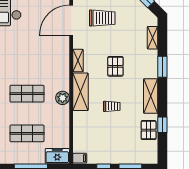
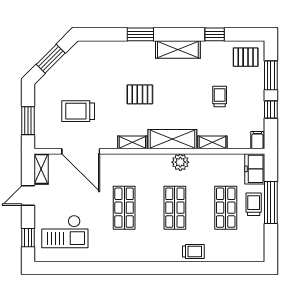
trolley: (102, 18) -> (78, 111), turned -90
shelving: (152, 38) -> (212, 142), moved
shop shelf: (27, 54) -> (124, 208), added
trolley: (112, 106) -> (220, 97), moved
pallet: (149, 130) -> (246, 57), moved
trolley: (30, 155) -> (254, 204), added

